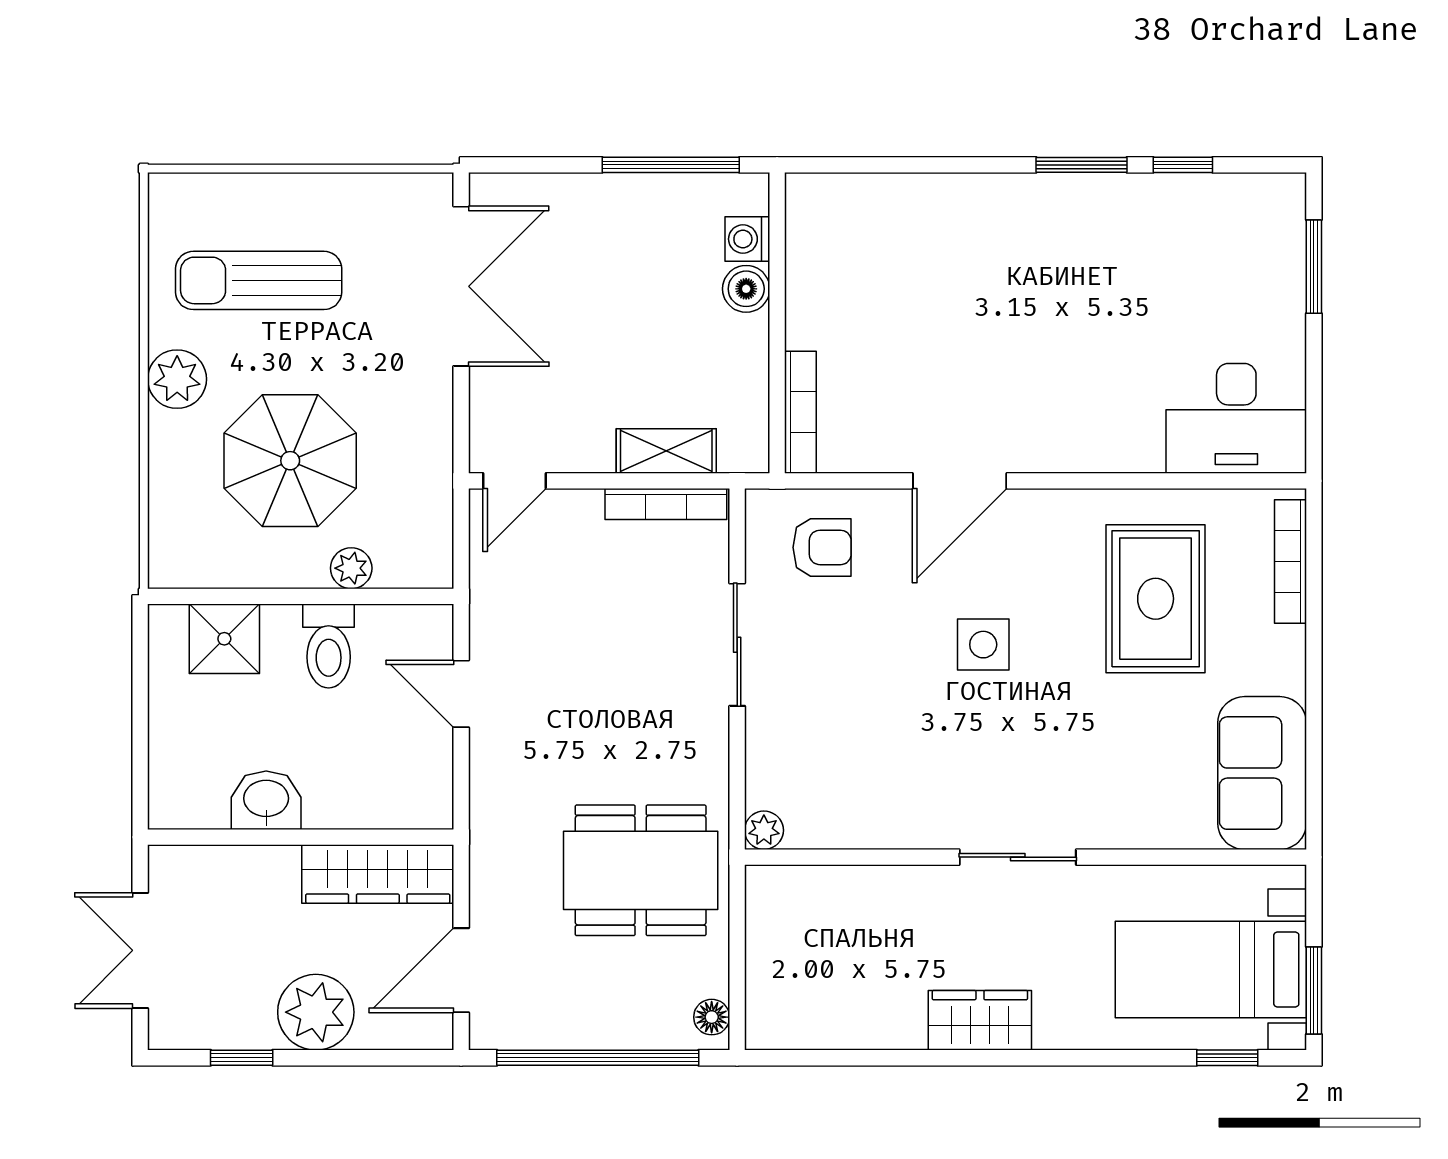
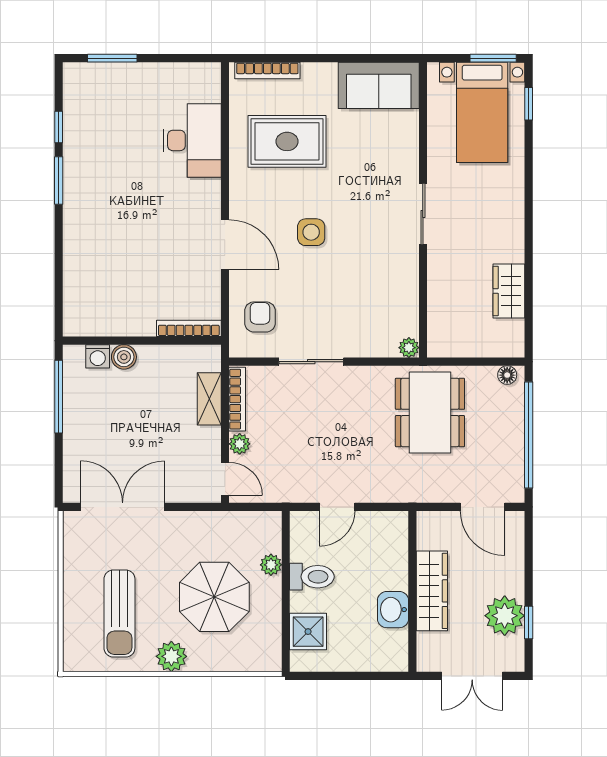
desk: (1236, 418) -> (192, 140), moved
plant: (581, 509) -> (240, 444), added
wardrobe: (378, 874) -> (432, 591), moved
plant: (316, 1012) -> (505, 616), moved
wardrobe: (980, 1020) -> (509, 291), moved

